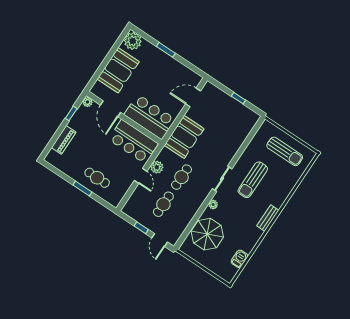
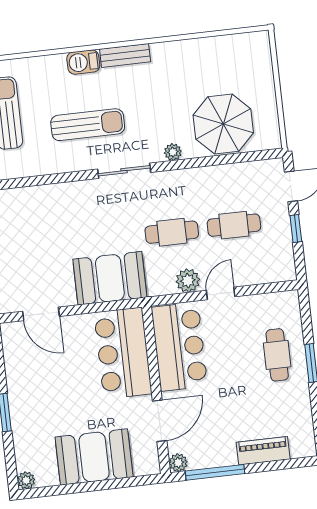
plant: (133, 41) -> (26, 480), width x0.53, depth x0.53
window: (71, 113) -> (215, 472), width x2.17
barbecue: (239, 259) -> (83, 62), moved

